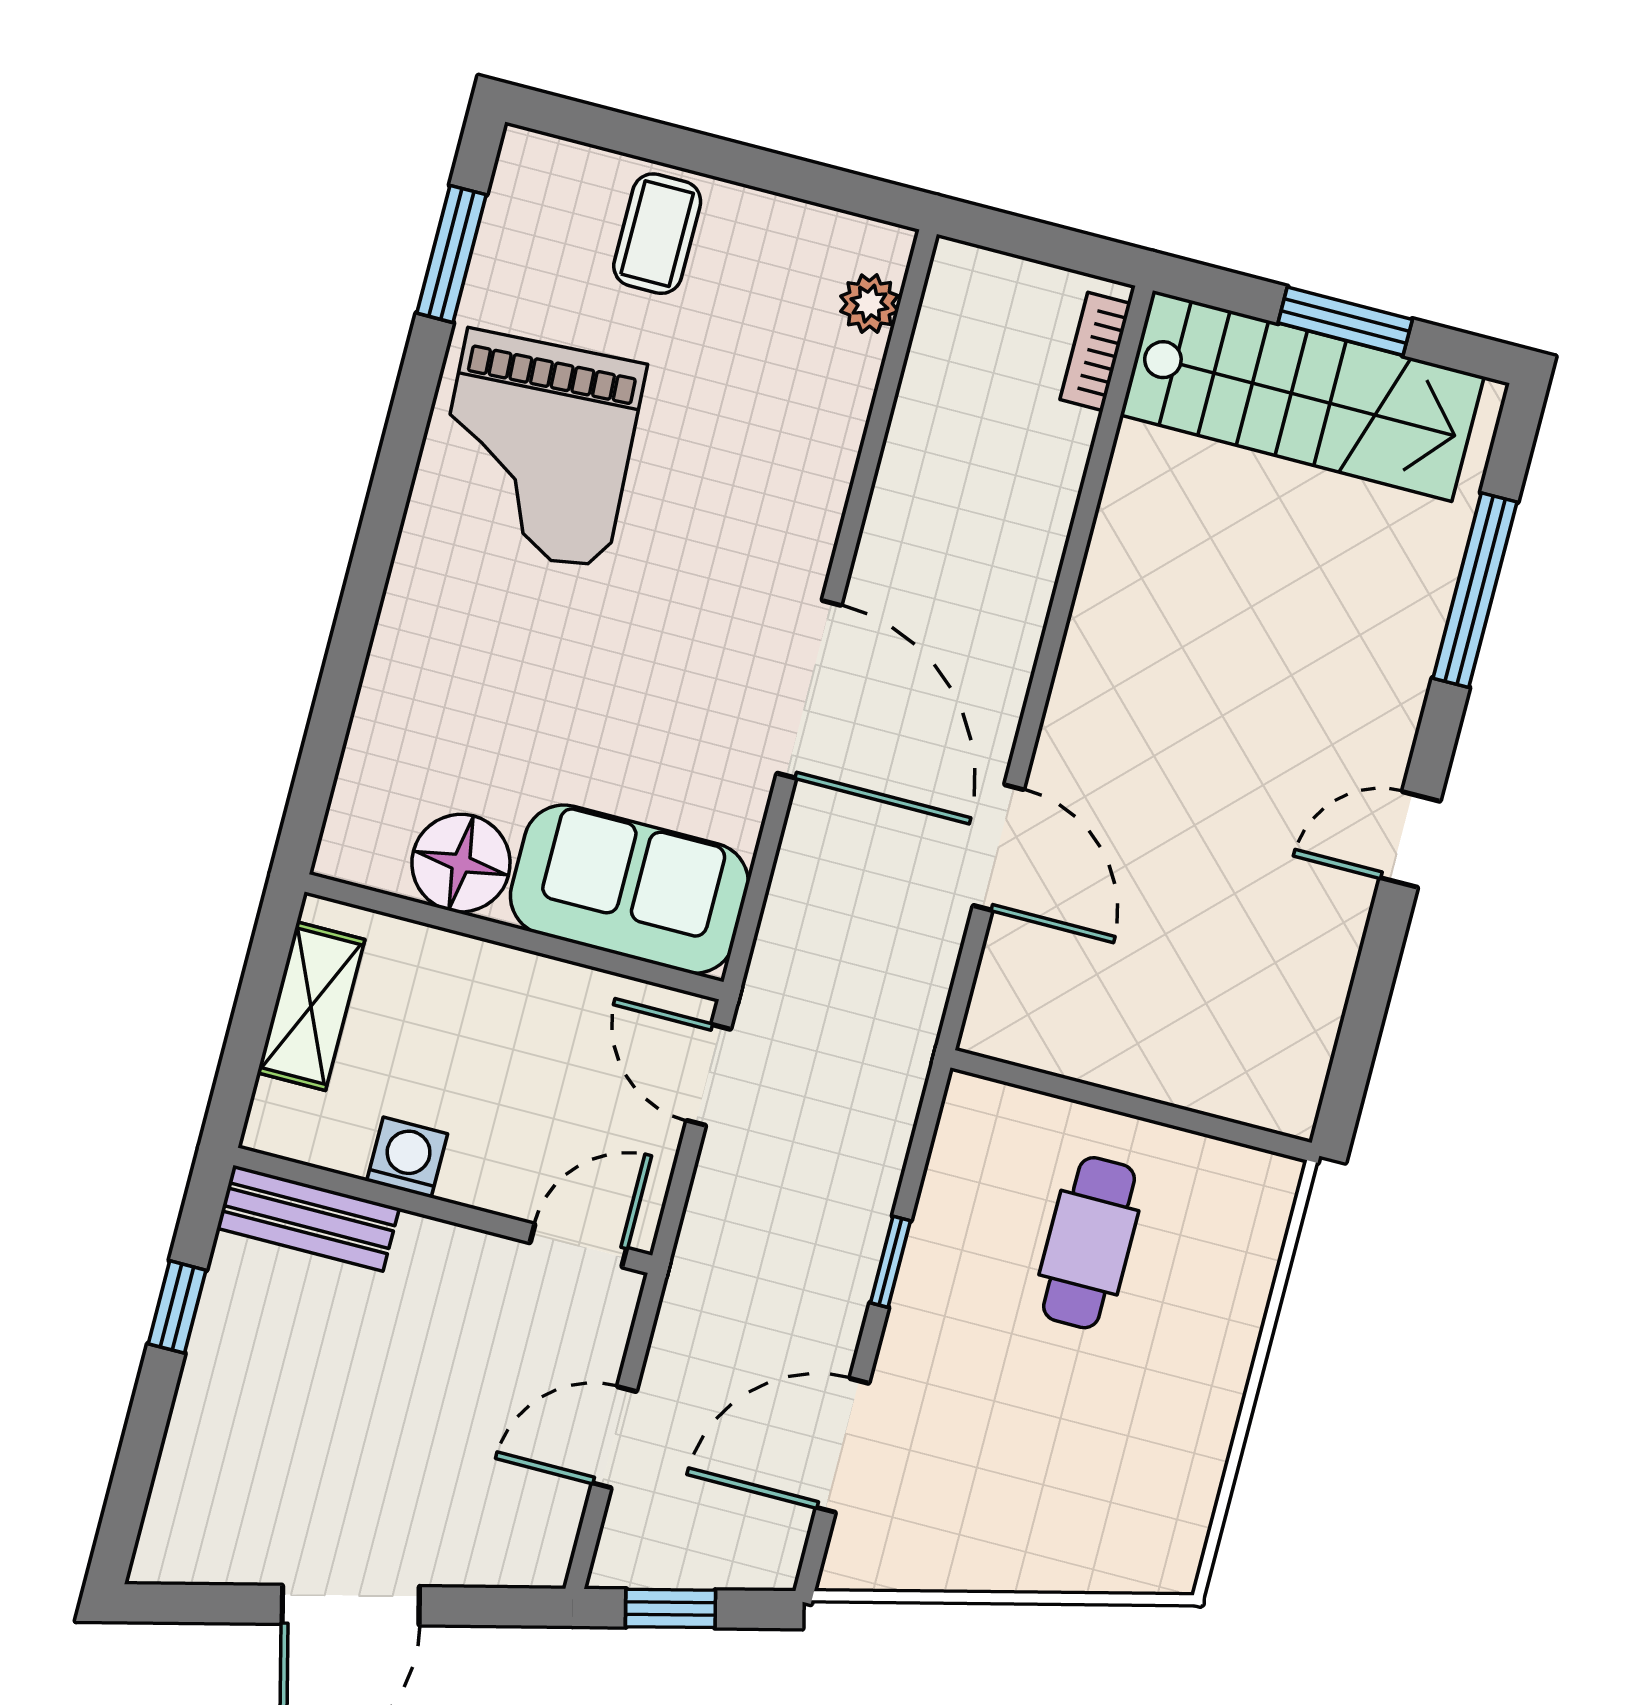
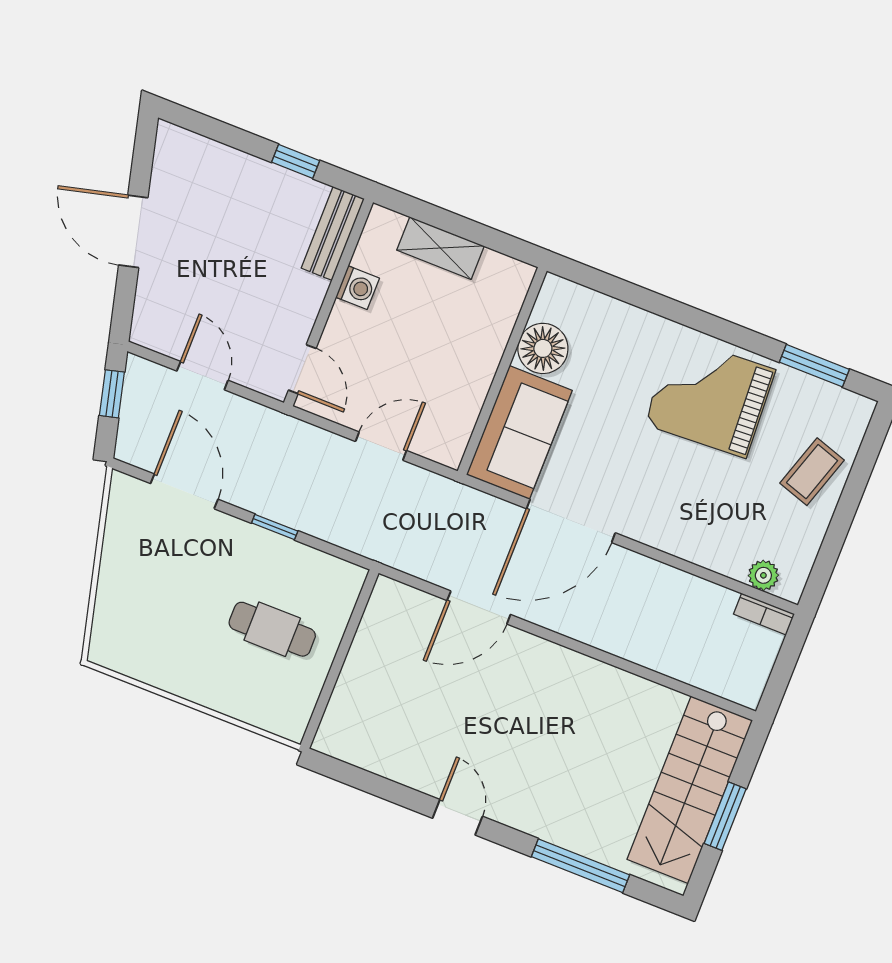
coffee table: (657, 234) -> (812, 472), turned -72
bookcase: (1095, 352) -> (764, 614), moved, turned 180
floor lamp: (461, 863) -> (543, 348), moved
sofa: (629, 889) -> (519, 433), moved
wall: (514, 937) -> (502, 371), moved

